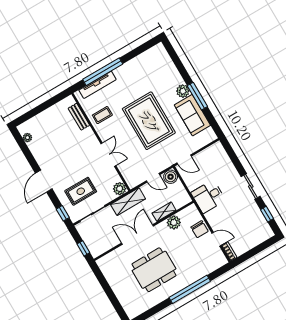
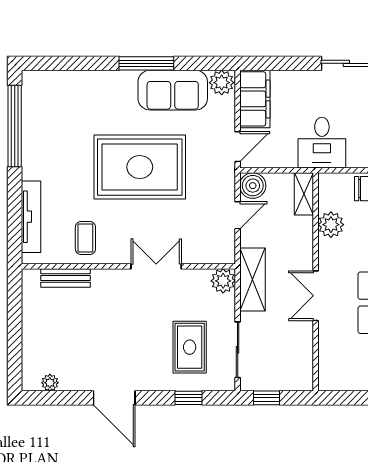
window: (103, 72) -> (15, 126), moved
plant: (183, 91) -> (222, 83), moved
filing cabinet: (210, 155) -> (255, 99), added
door: (44, 181) -> (114, 398), moved
shelving: (164, 212) -> (304, 194), moved
window: (63, 213) -> (189, 398), moved
double door: (138, 235) -> (316, 296), width x0.73
window: (83, 248) -> (267, 398), moved

